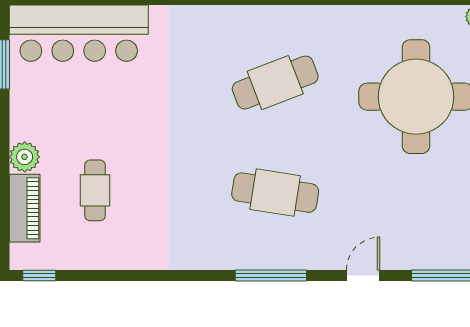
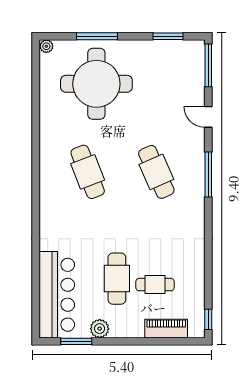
cafe table: (105, 129) -> (117, 279), added
plant: (25, 157) -> (100, 329), moved
cafe table: (275, 193) -> (156, 172), turned -33

